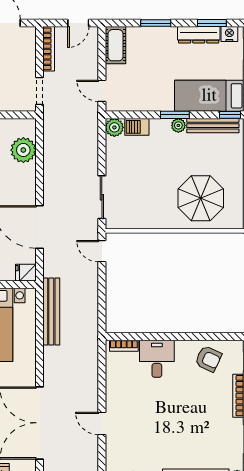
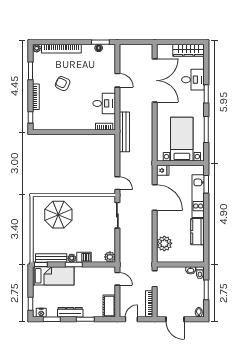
dresser: (199, 35) -> (70, 312), moved
barbecue: (137, 127) -> (84, 257), moved
bench: (51, 312) -> (124, 132), moved
desk: (157, 359) -> (104, 103), moved, turned -90
armchair: (208, 359) -> (63, 84), moved

